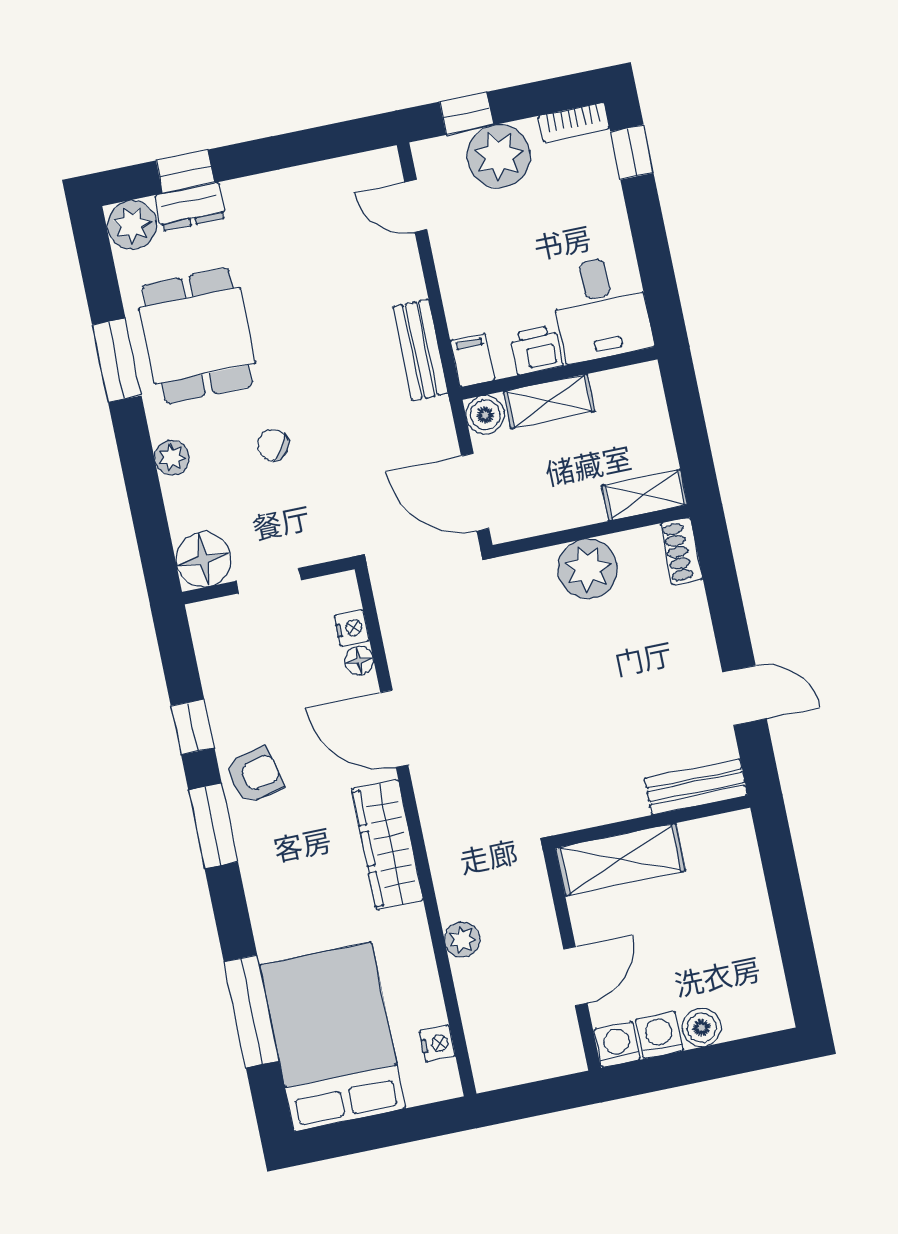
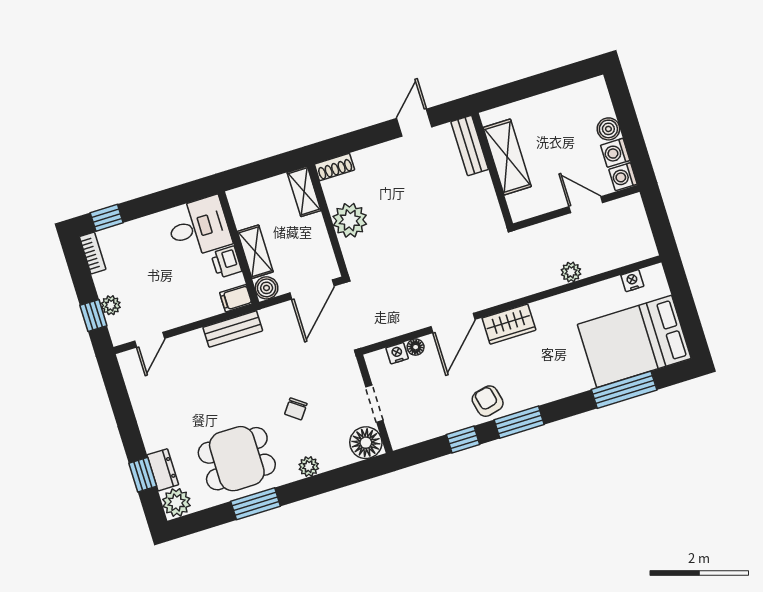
plant: (499, 156) -> (111, 305), width x0.53, depth x0.53
wardrobe: (387, 845) -> (509, 324), width x0.67
shelving: (621, 859) -> (507, 157), moved

